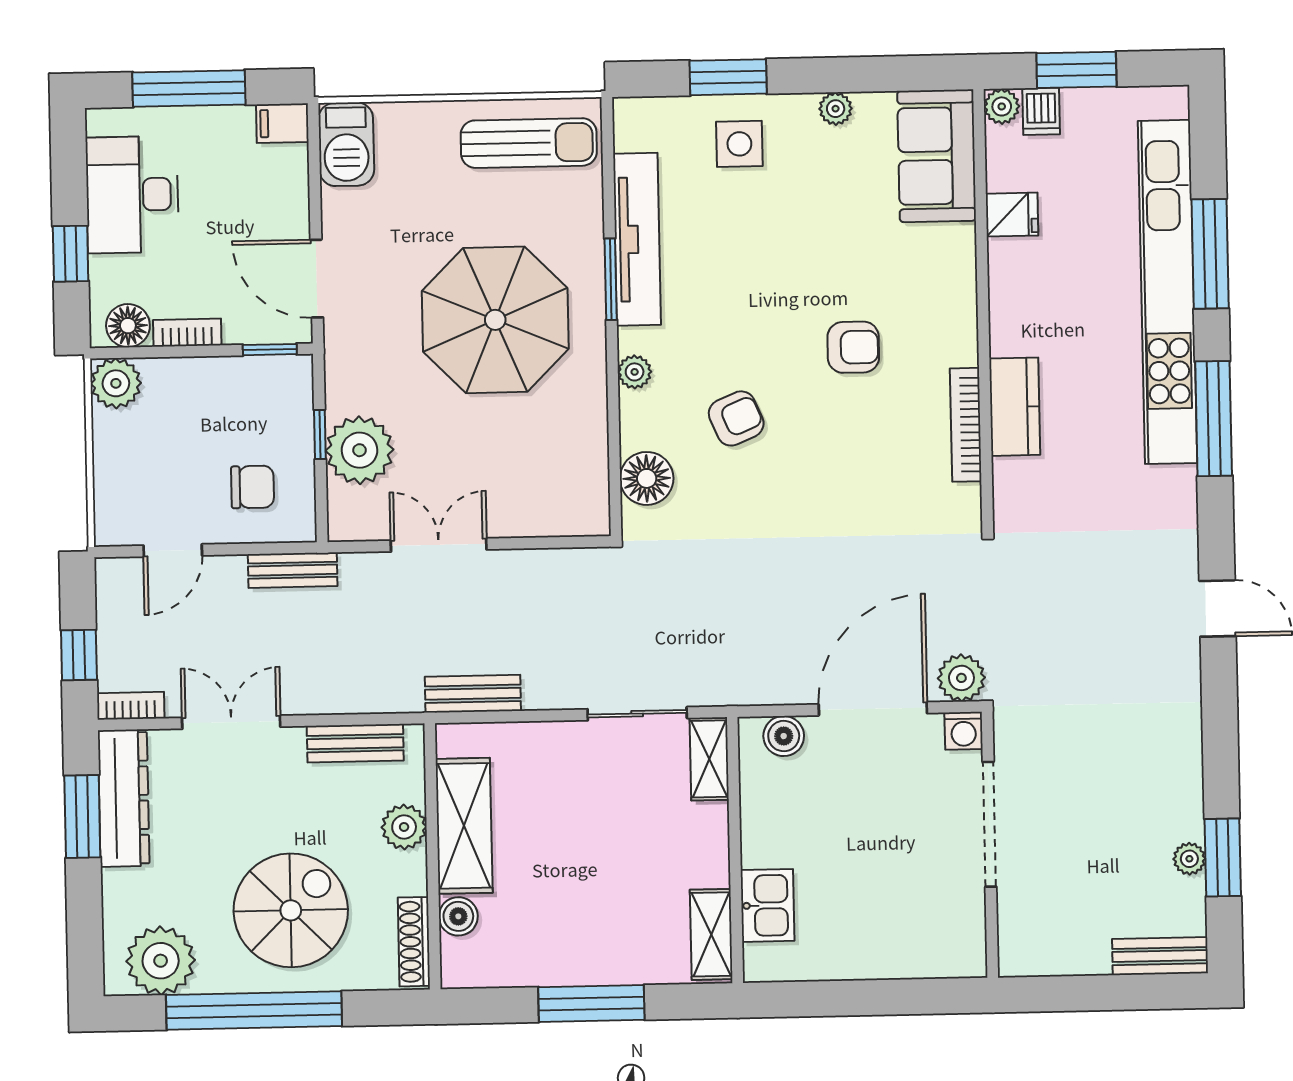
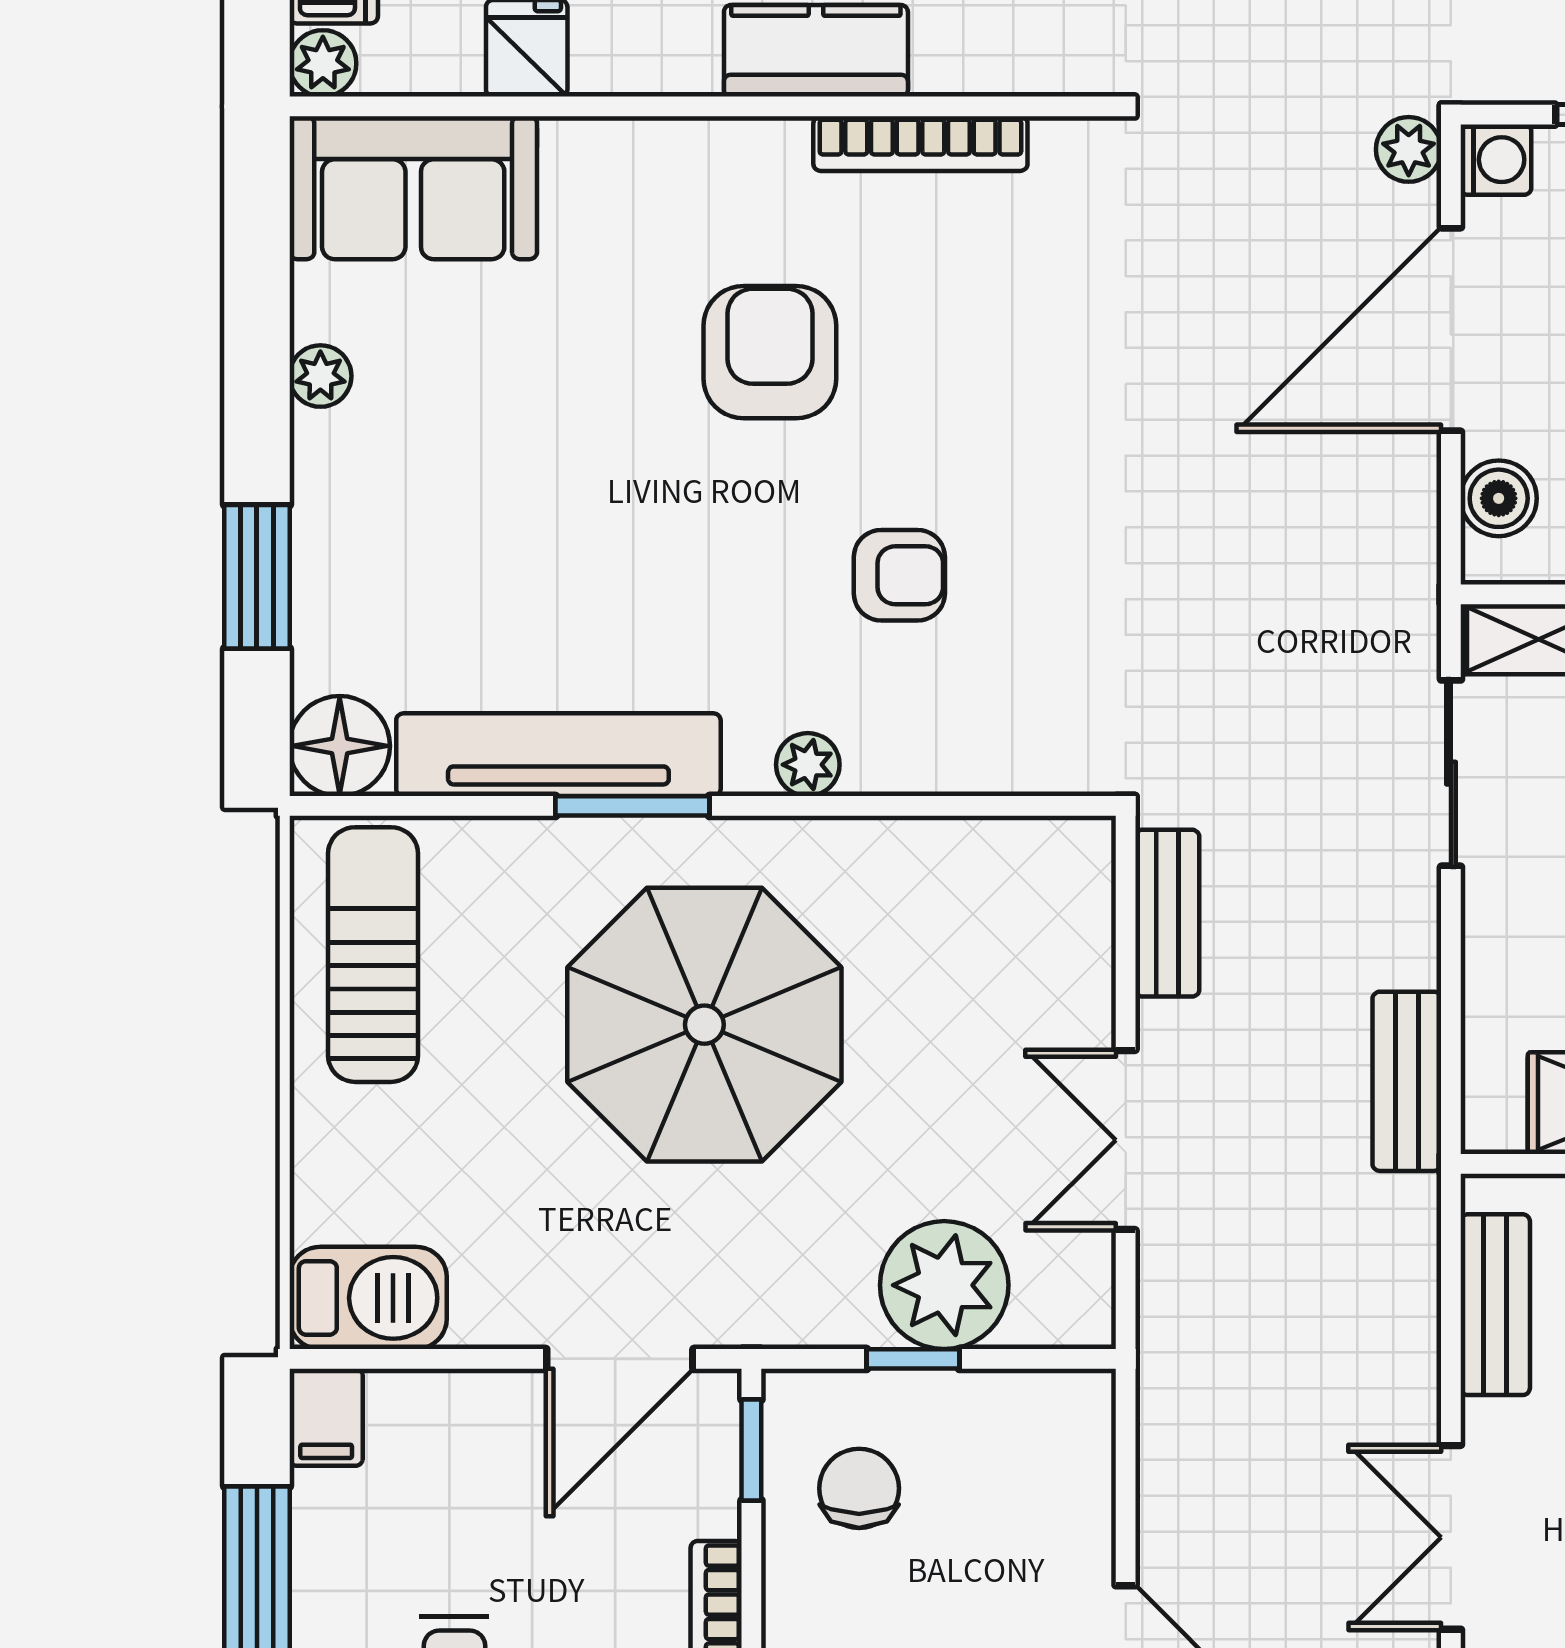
side table: (739, 144) -> (383, 558), removed
armchair: (853, 347) -> (770, 352), width x1.38, depth x1.38
kitchen counter: (1015, 407) -> (816, 51), moved
armchair: (736, 418) -> (899, 575), turned 113
floor lamp: (647, 478) -> (340, 746), moved
chair: (253, 487) -> (859, 1488), moved
bench: (293, 570) -> (1167, 913), moved
plant: (961, 678) -> (1409, 149), width x0.73, depth x0.73
door: (873, 709) -> (1451, 330), hinge flipped

